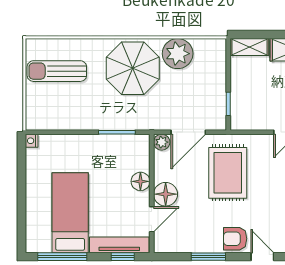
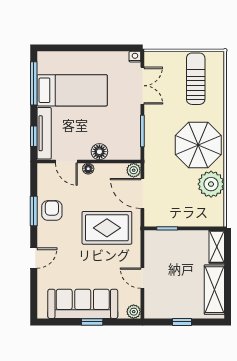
double door: (65, 132) -> (142, 86), added
floor lamp: (166, 194) -> (88, 169), width x0.53, depth x0.53
armchair: (235, 239) -> (52, 210), moved

